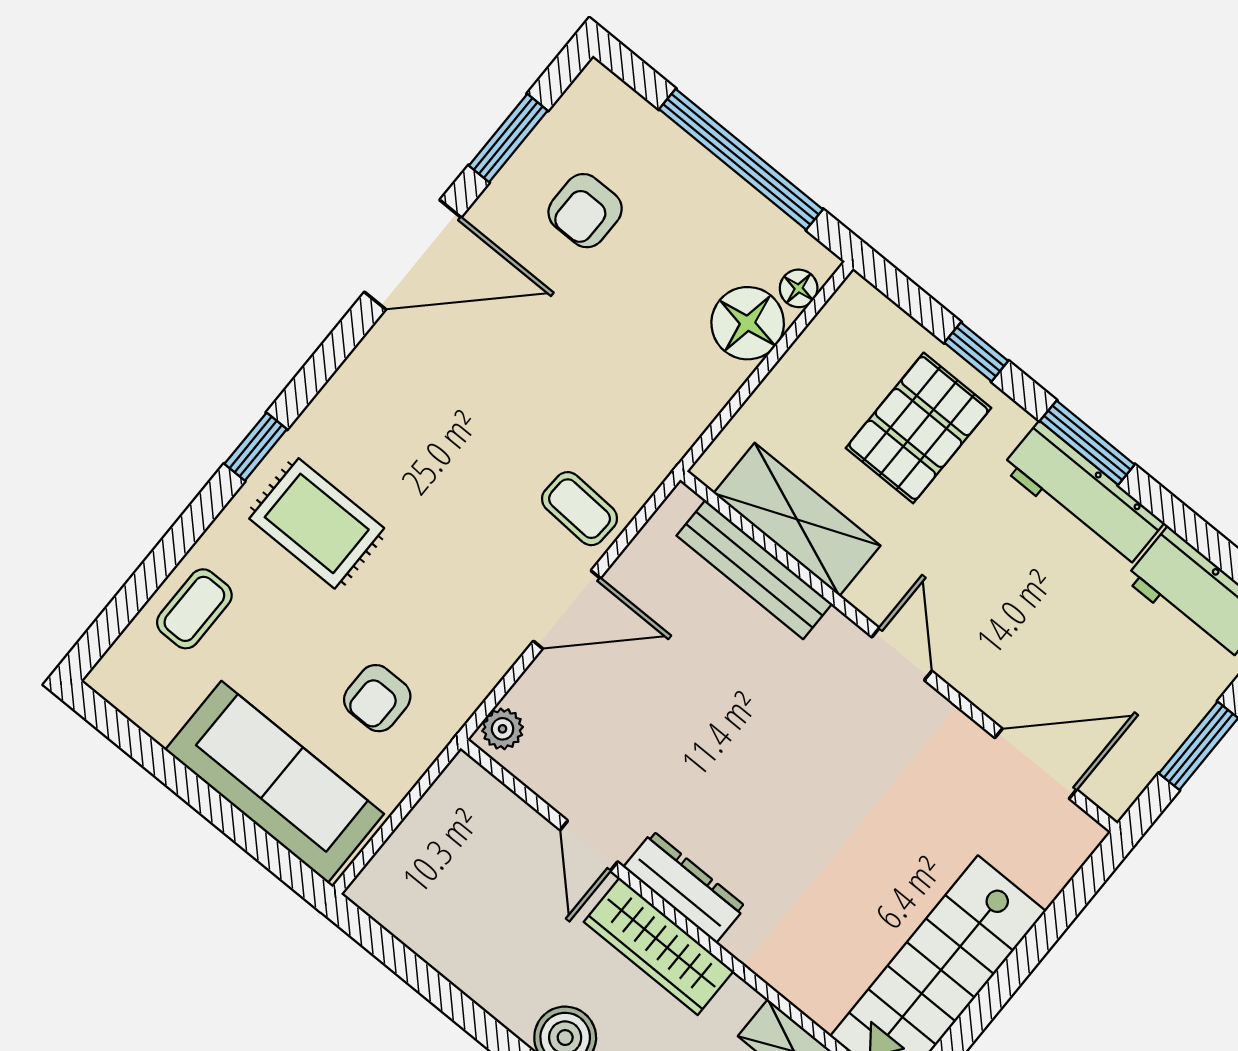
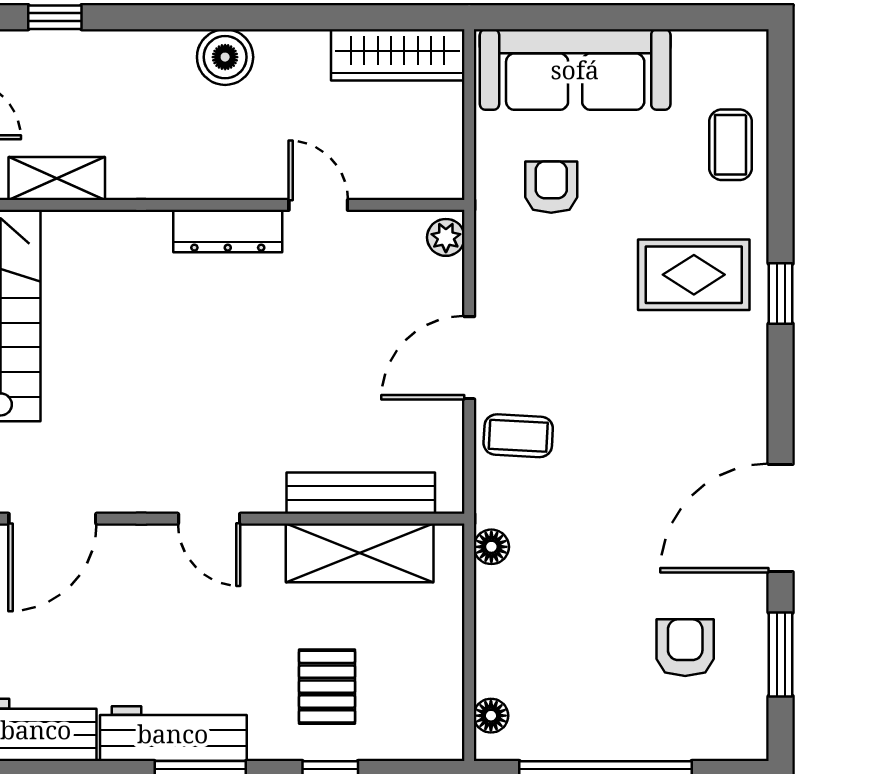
floor lamp: (748, 323) -> (491, 547), moved, width x0.53, depth x0.53
pallet: (918, 428) -> (327, 687), width x0.67, depth x0.71
wardrobe: (659, 946) -> (398, 55), moved, turned 180

